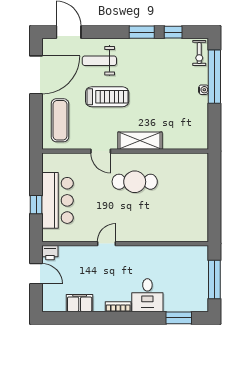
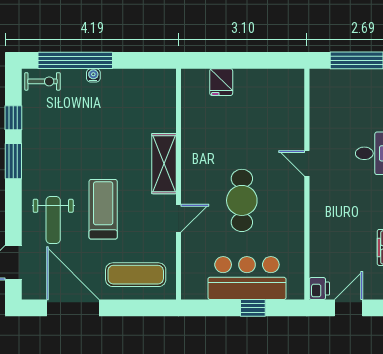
cafe table: (135, 182) -> (242, 200), moved
fridge: (199, 182) -> (221, 82), added
door: (107, 244) -> (307, 163), moved

